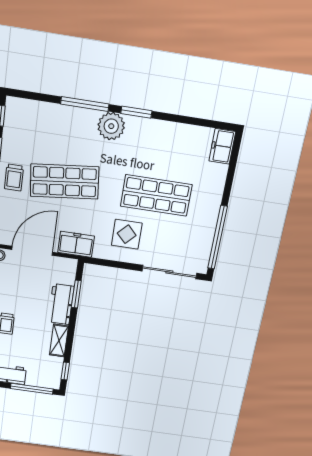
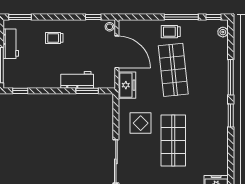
plant: (111, 126) -> (223, 32), moved, width x0.53, depth x0.53
shelving: (59, 340) -> (46, 82), removed

